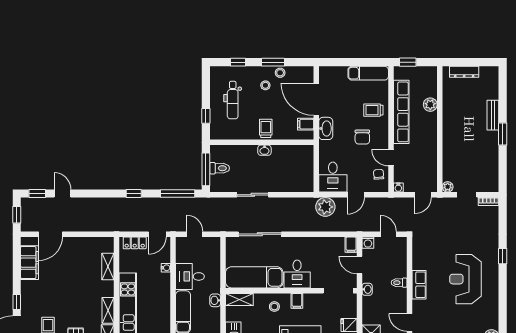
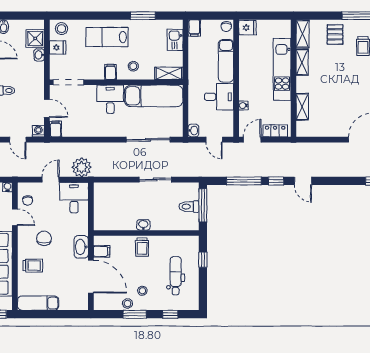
door: (63, 193) -> (303, 181), moved
window: (178, 193) -> (244, 181), moved
washbasin: (367, 289) -> (39, 55), moved
washbasin: (215, 300) -> (193, 130), moved

